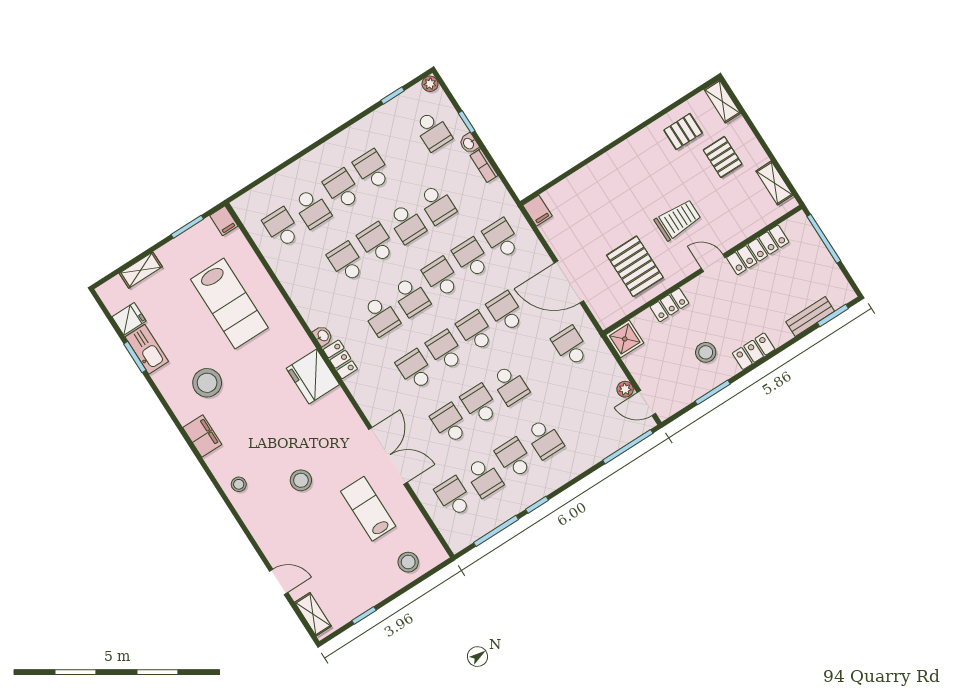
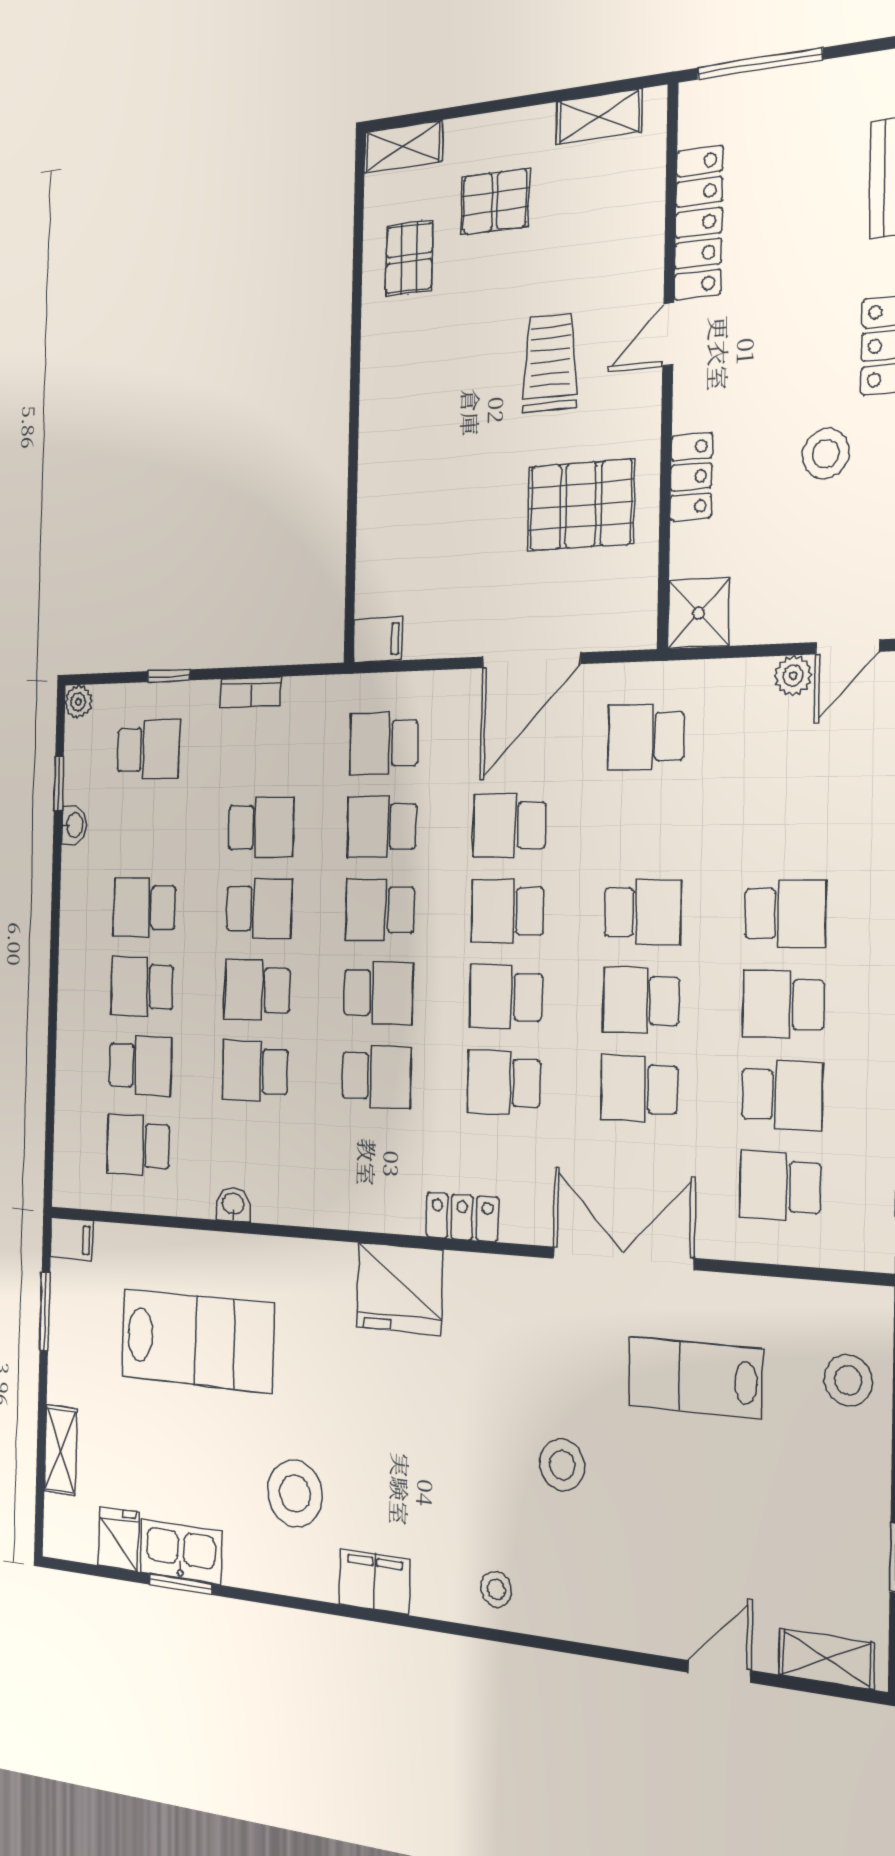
washbasin: (469, 143) -> (74, 825), moved, turned -90
washbasin: (323, 336) -> (233, 1205), moved
locker: (340, 359) -> (462, 1217), moved

